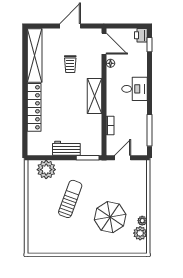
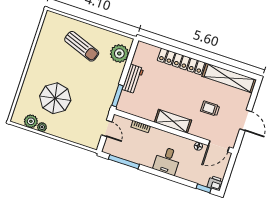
sun lounger: (70, 199) -> (82, 46), moved

